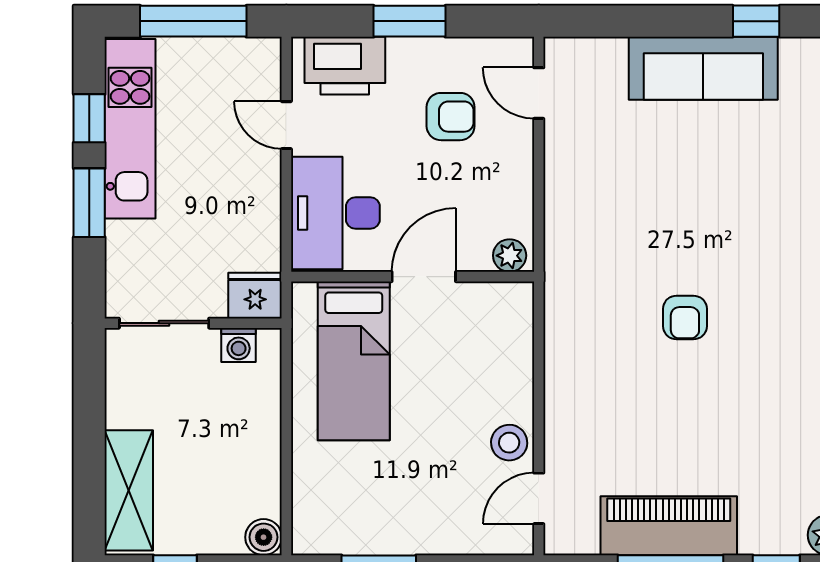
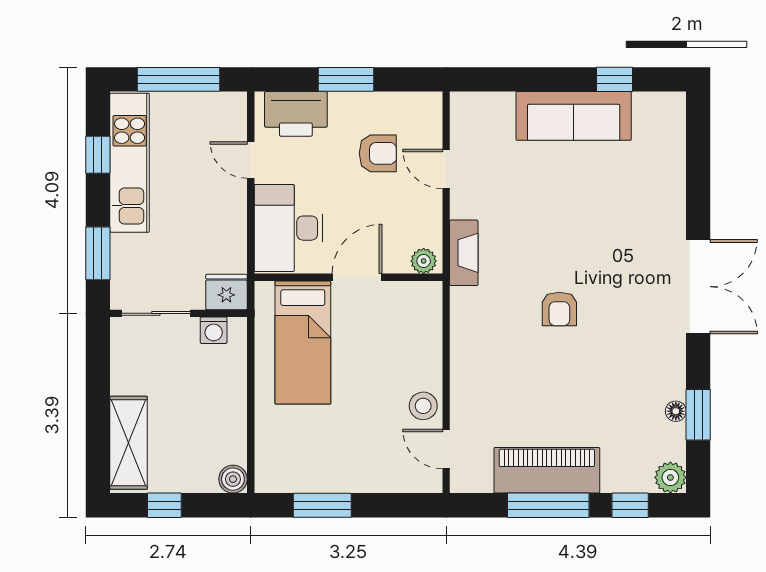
door: (539, 93) -> (446, 169), moved
window: (89, 203) -> (98, 253), moved
fireplace: (562, 245) -> (464, 253), added
door: (539, 498) -> (446, 449), hinge flipped

